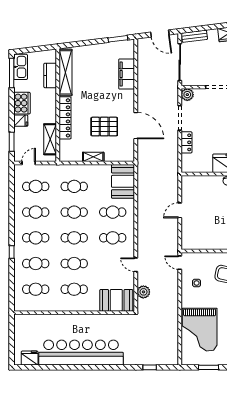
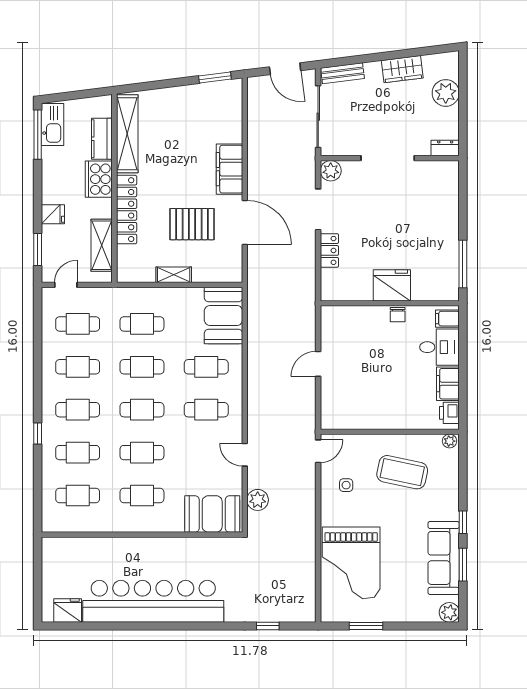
filing cabinet: (127, 74) -> (229, 169), moved
cooker: (22, 103) -> (99, 179), moved, turned 180
door: (180, 263) -> (318, 451), swing flipped

